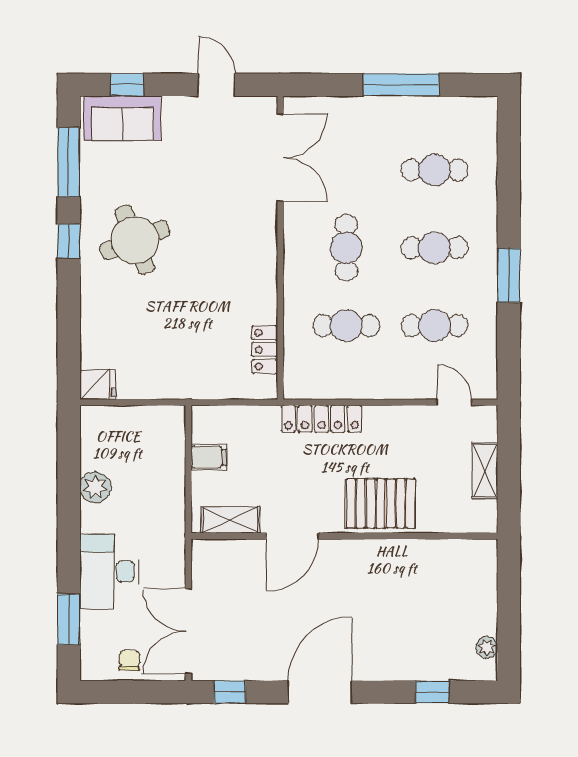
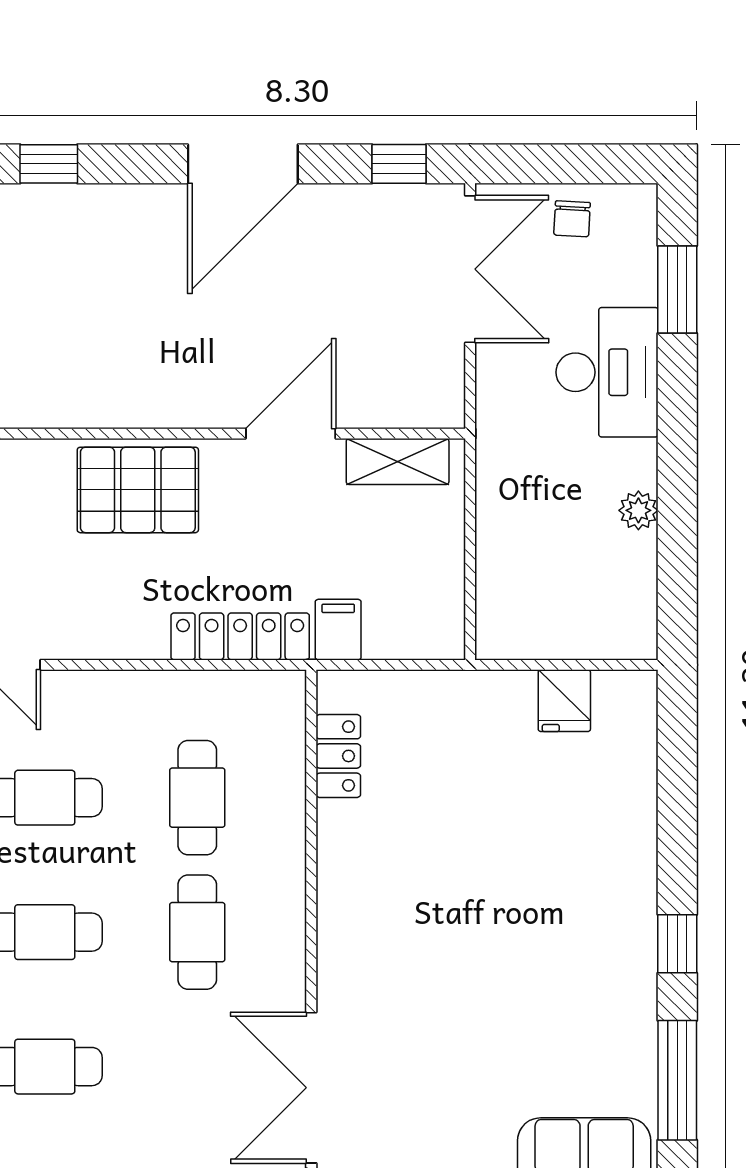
round table: (135, 240) -> (563, 946), removed
cafe table: (346, 326) -> (197, 798), turned 90
fridge: (98, 384) -> (564, 701), moved, turned -90
filing cabinet: (209, 457) -> (338, 630), moved, turned 90
plant: (95, 487) -> (638, 510), width x0.73, depth x0.73

